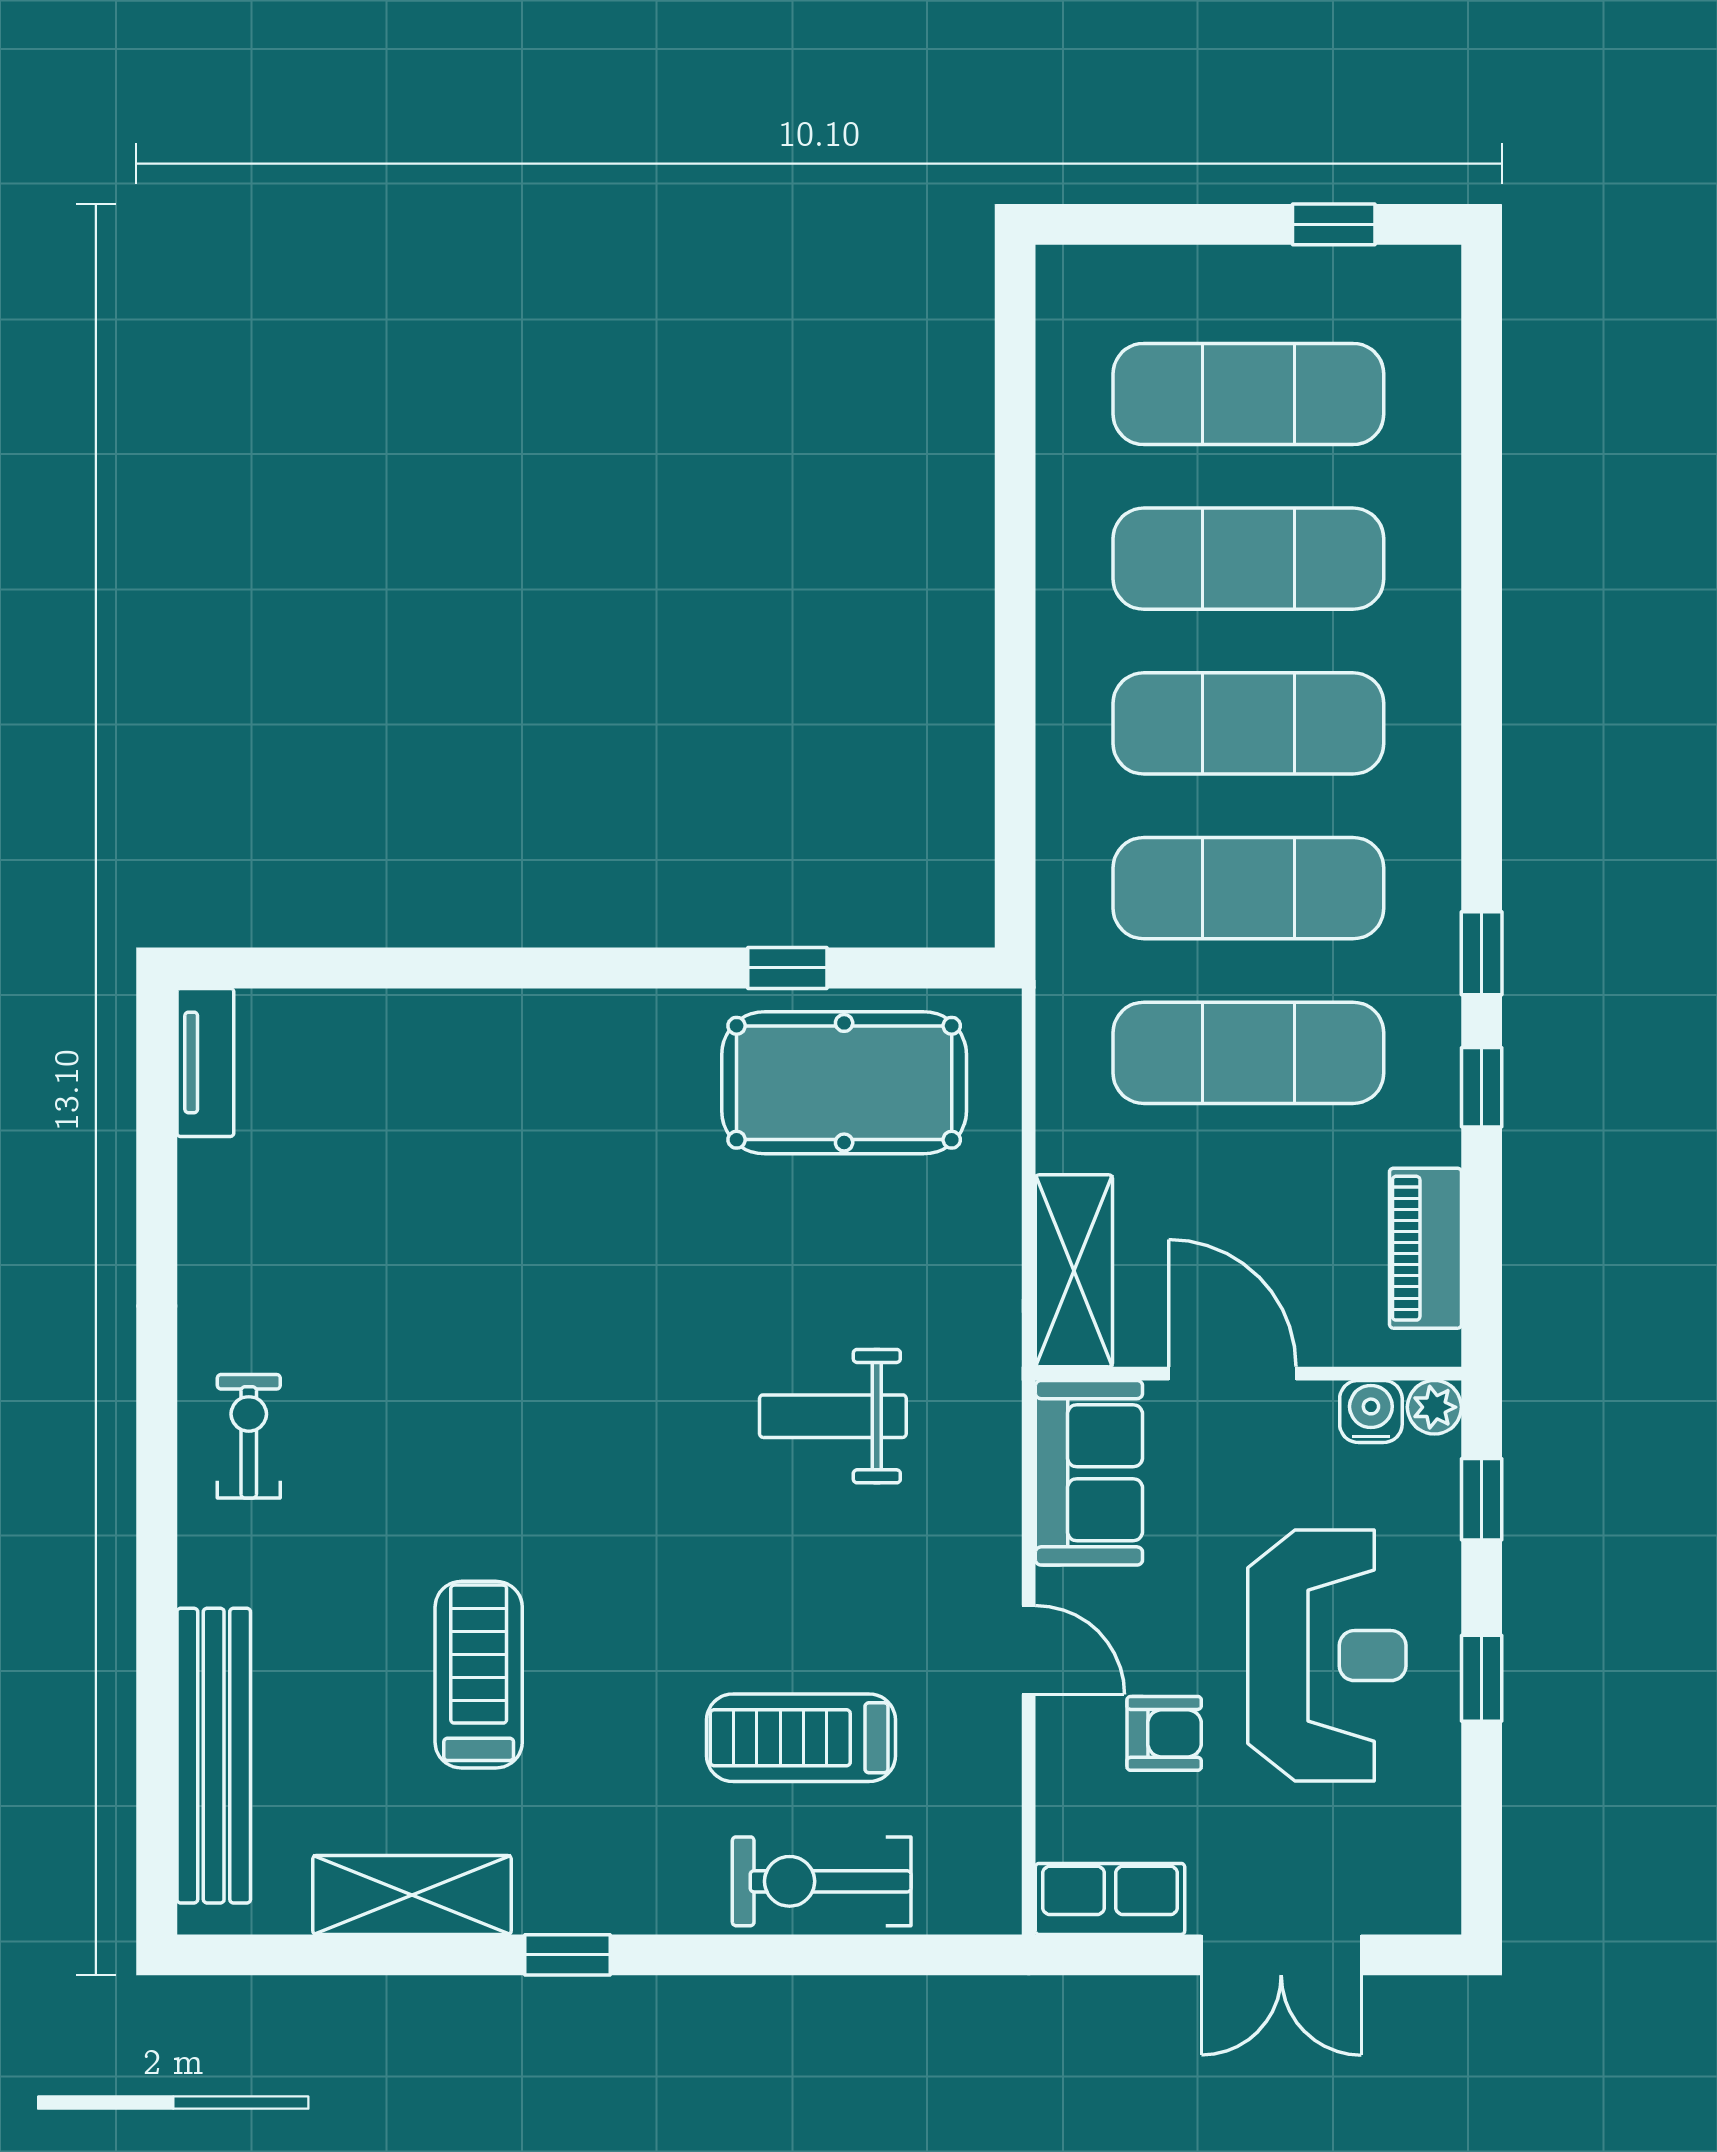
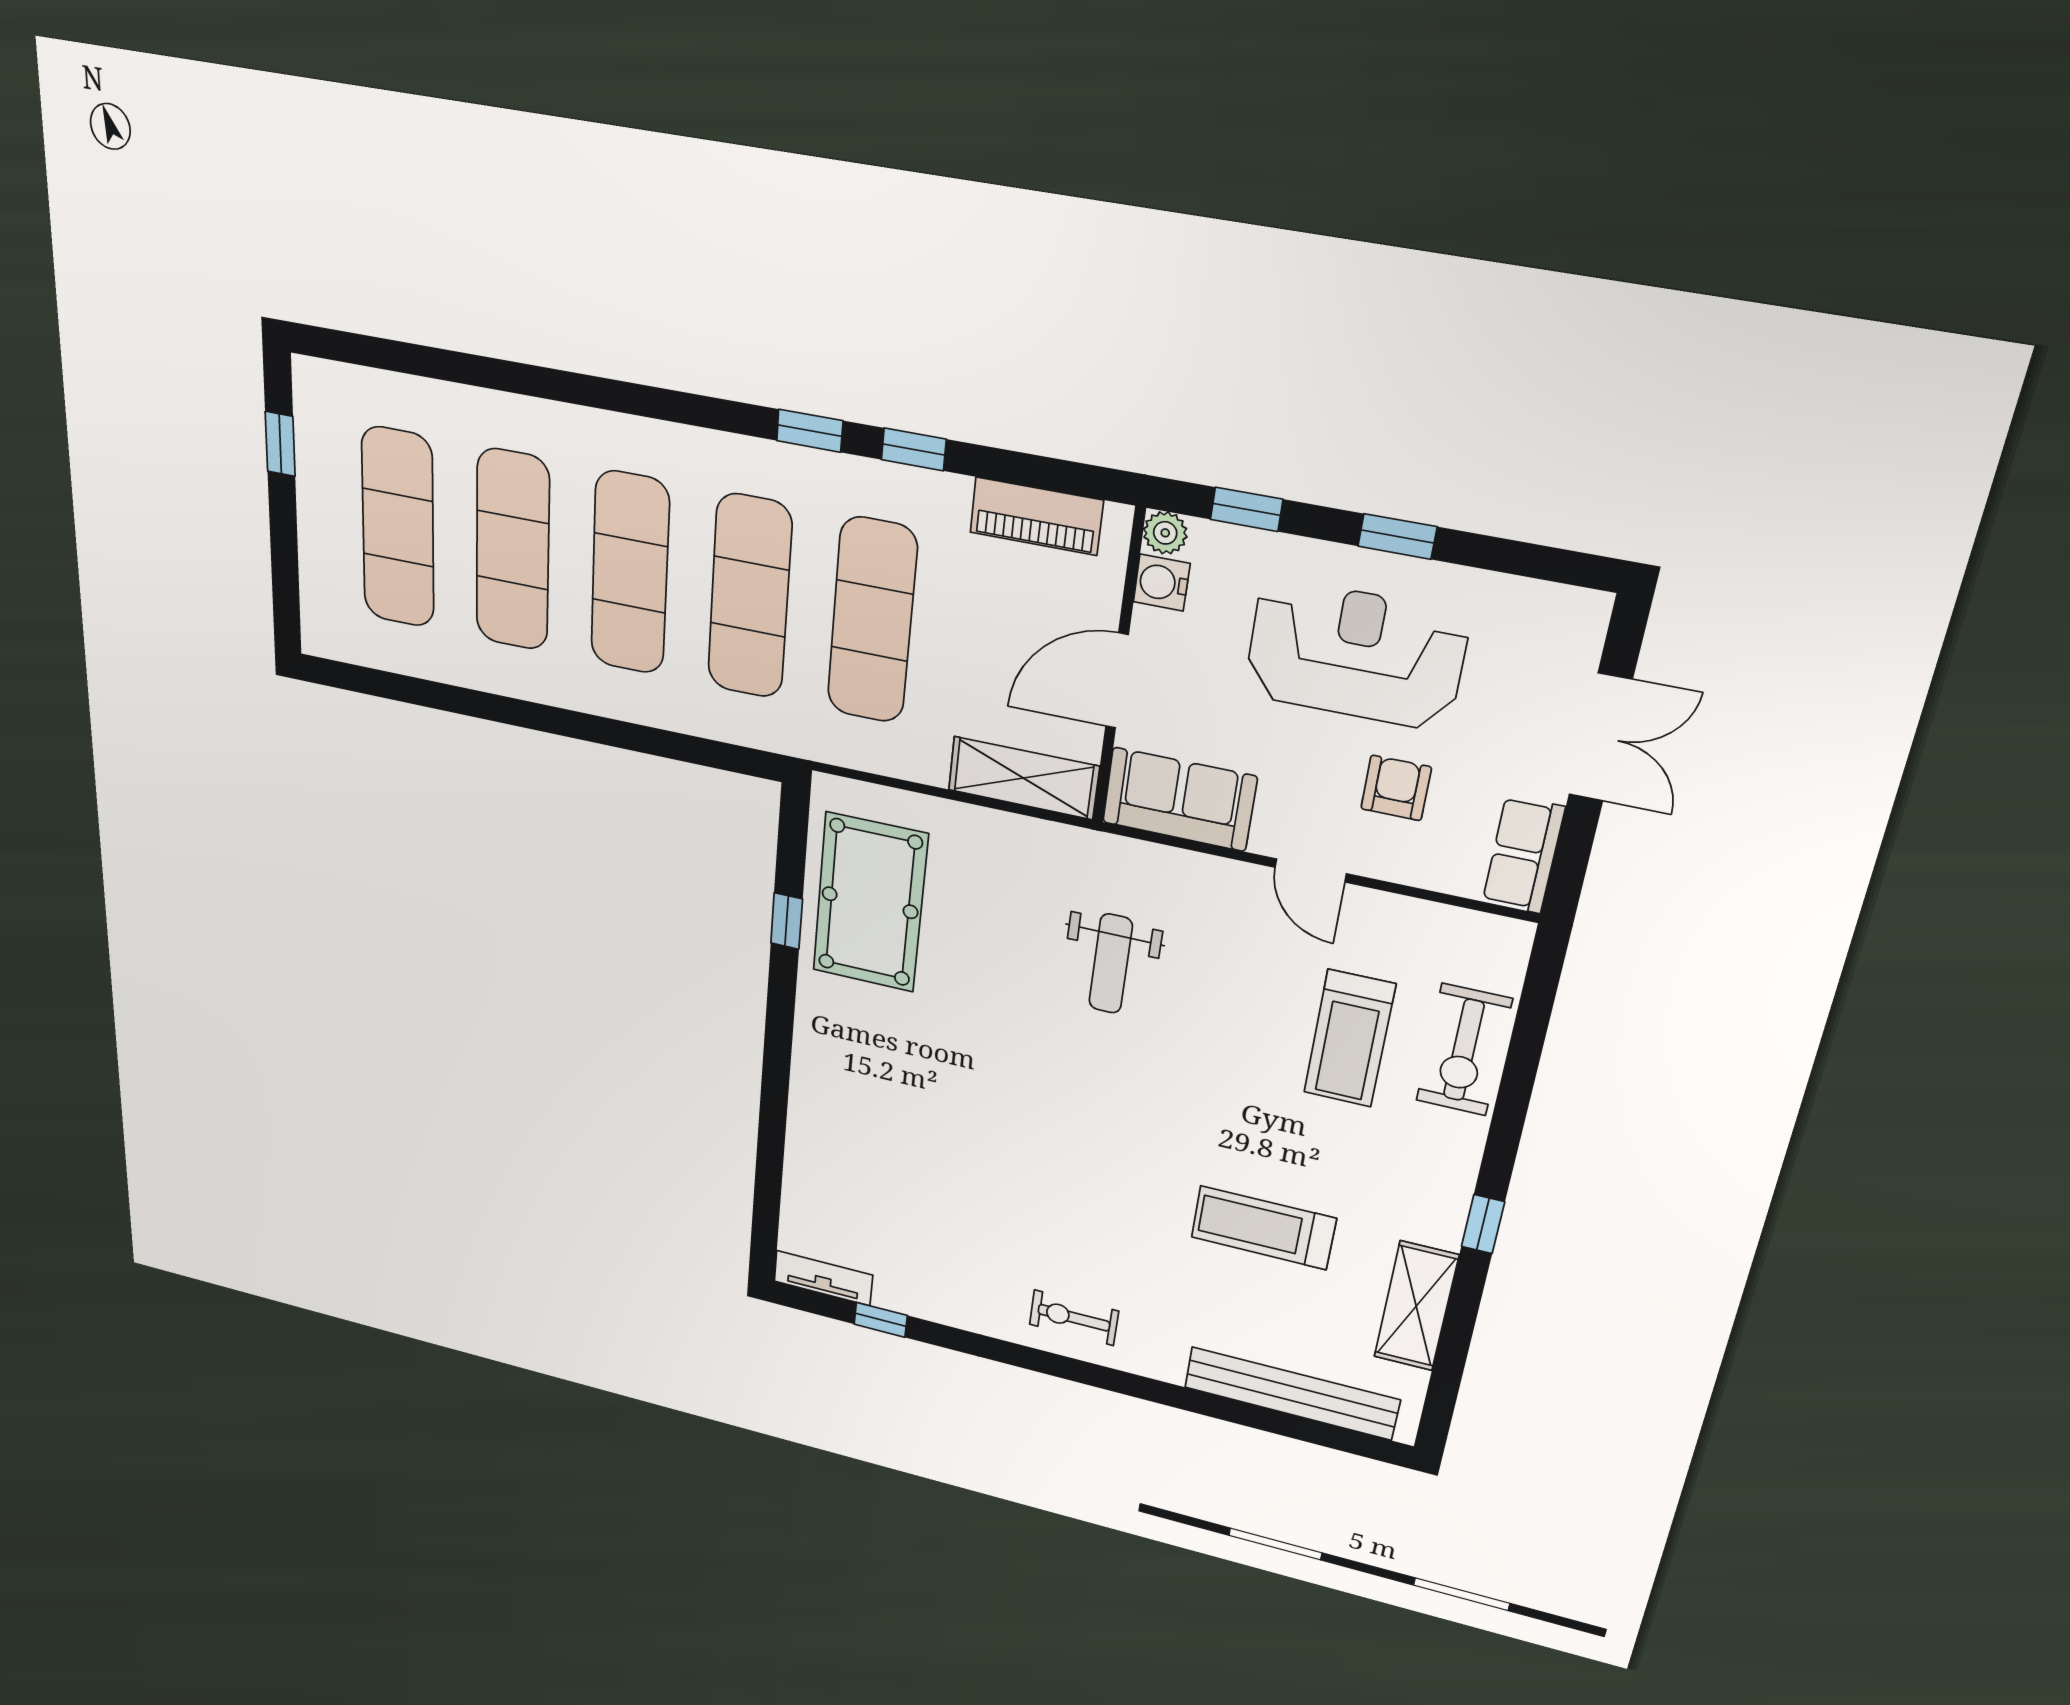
window: (157, 1155) -> (881, 1320), added
door: (1029, 1650) -> (1311, 870), swing flipped

